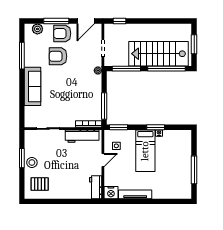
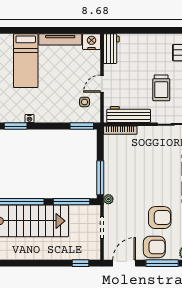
window: (104, 106) -> (100, 178), moved
window: (156, 127) -> (16, 126), moved
bed: (145, 151) -> (26, 61), moved, turned 180
trolley: (57, 157) -> (161, 88), added

